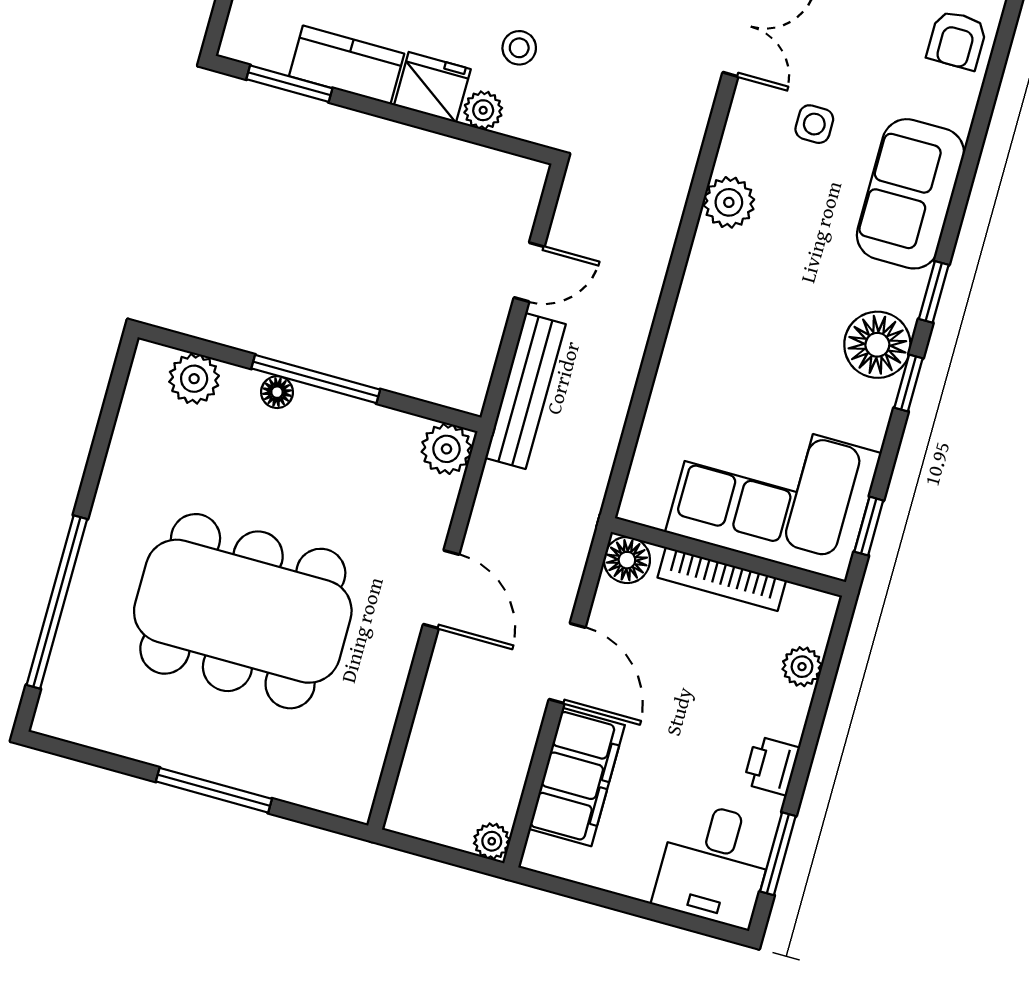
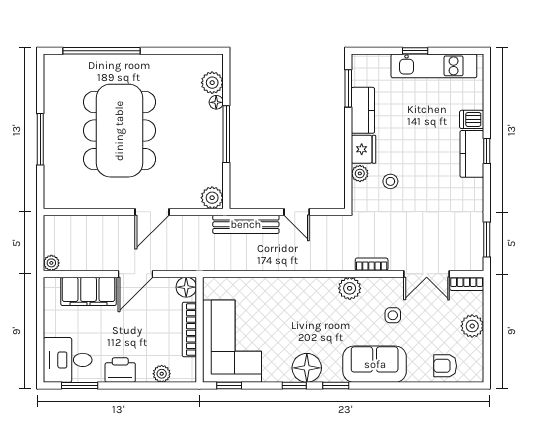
bookcase: (690, 140) -> (372, 264), added
floor lamp: (277, 392) -> (216, 102), moved
printer: (771, 766) -> (120, 370), width x1.36, depth x1.24

